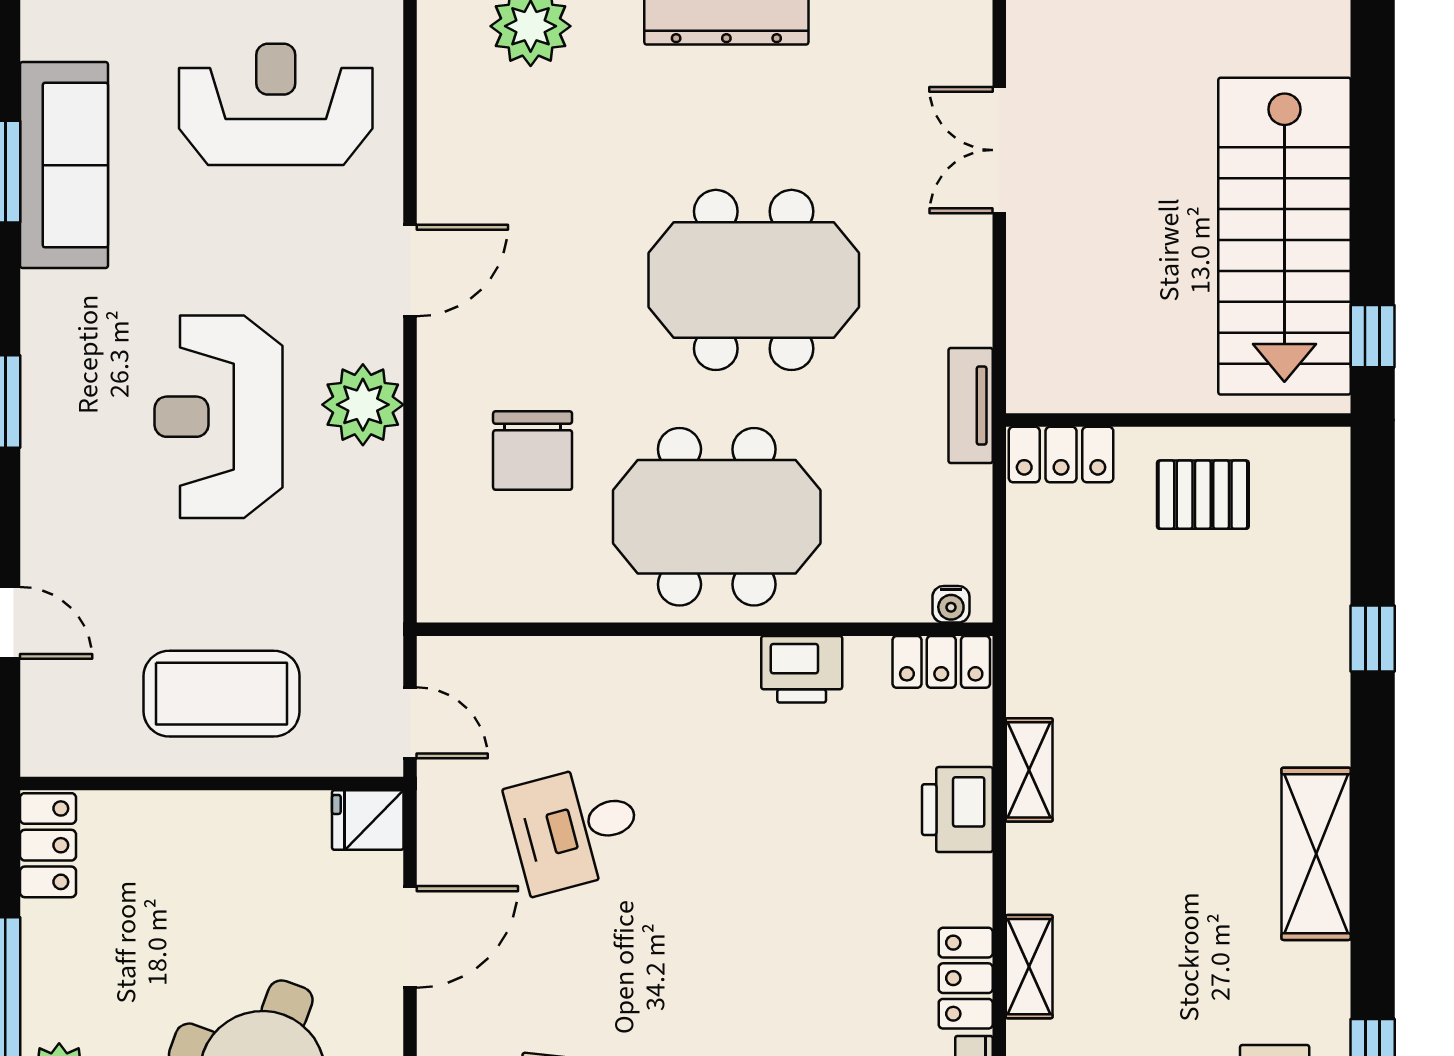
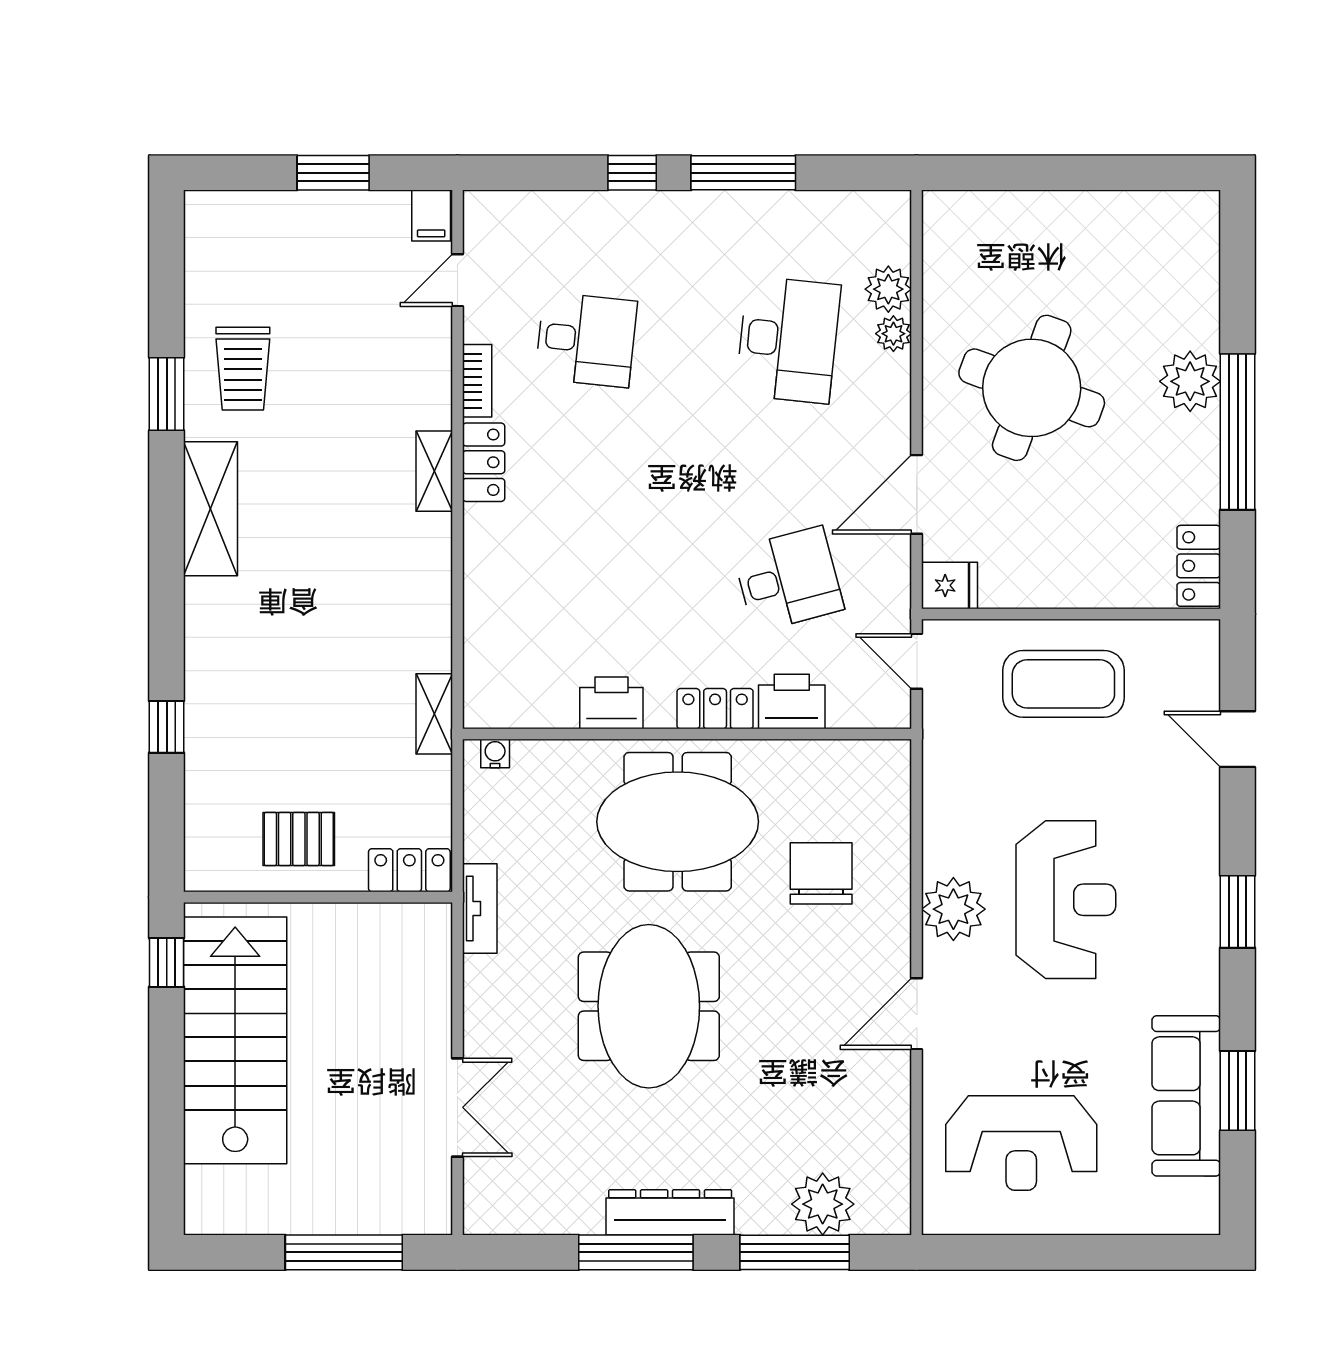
meeting table: (754, 280) -> (649, 1006), turned 90
locker: (941, 662) -> (715, 709), moved
shelving: (1029, 770) -> (434, 714), moved
printer: (957, 810) -> (792, 701), moved, turned -90
shelving: (1316, 854) -> (211, 509), moved

